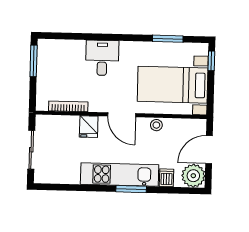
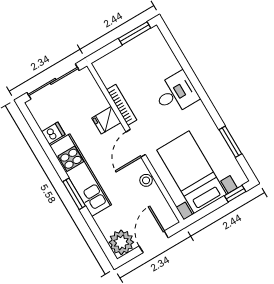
bookcase: (68, 106) -> (122, 105), moved
sliding door: (31, 150) -> (53, 81), width x1.37
door: (209, 150) -> (154, 242), hinge flipped
dishwasher: (167, 178) -> (53, 133), moved

